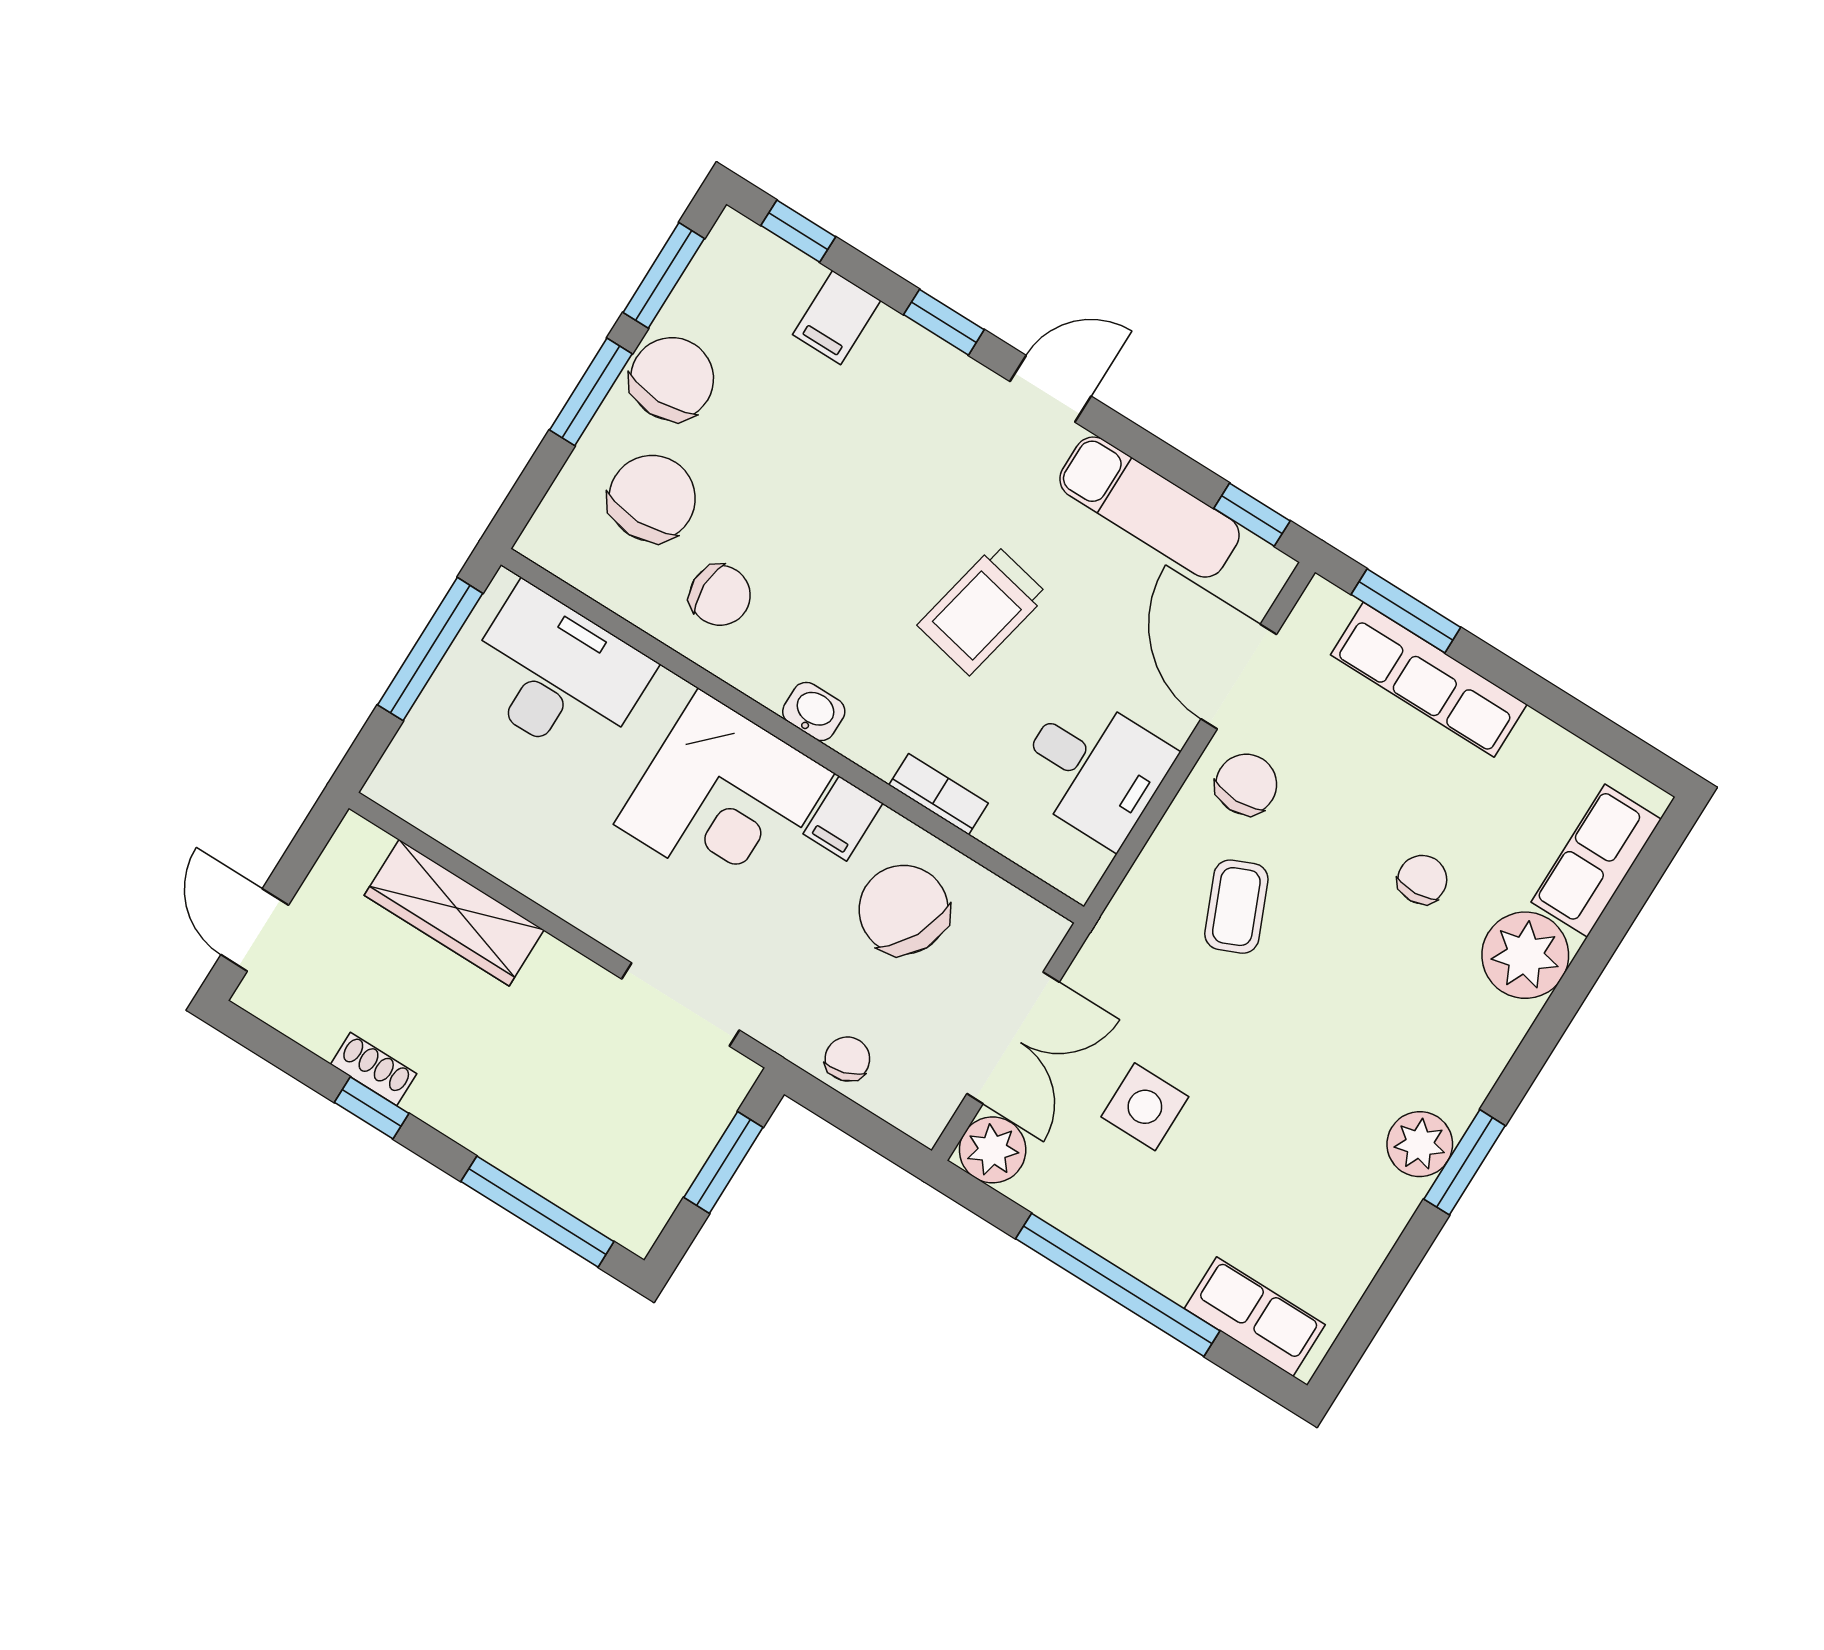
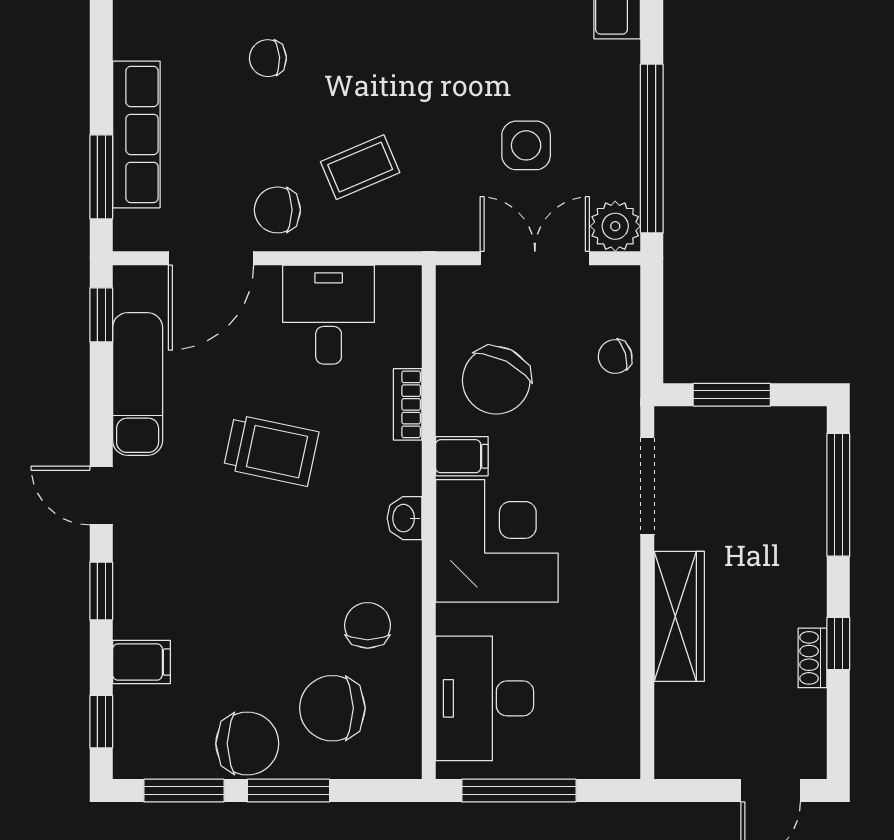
chair: (672, 379) -> (247, 744), turned 180
wardrobe: (454, 913) -> (679, 616), moved
window: (1118, 1285) -> (652, 149), moved

